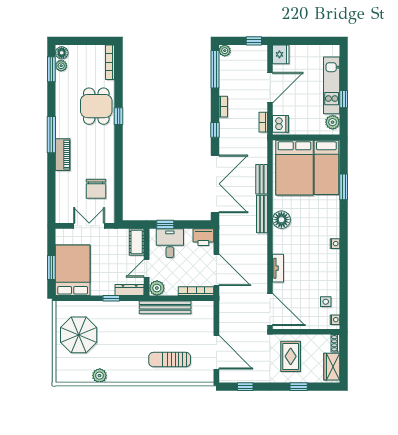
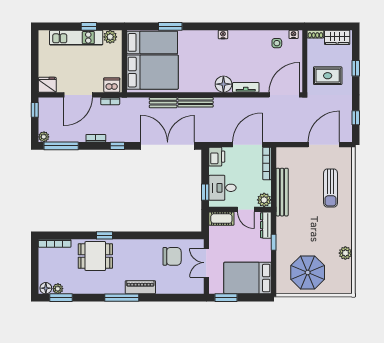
door: (270, 88) -> (78, 95), swing flipped
floor lamp: (281, 220) -> (223, 84), moved
window: (51, 267) -> (226, 298), moved

